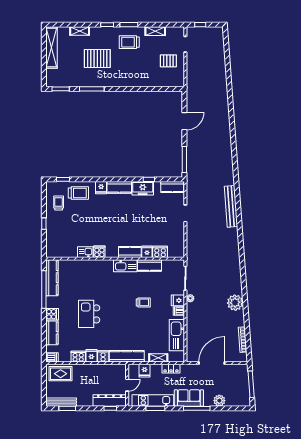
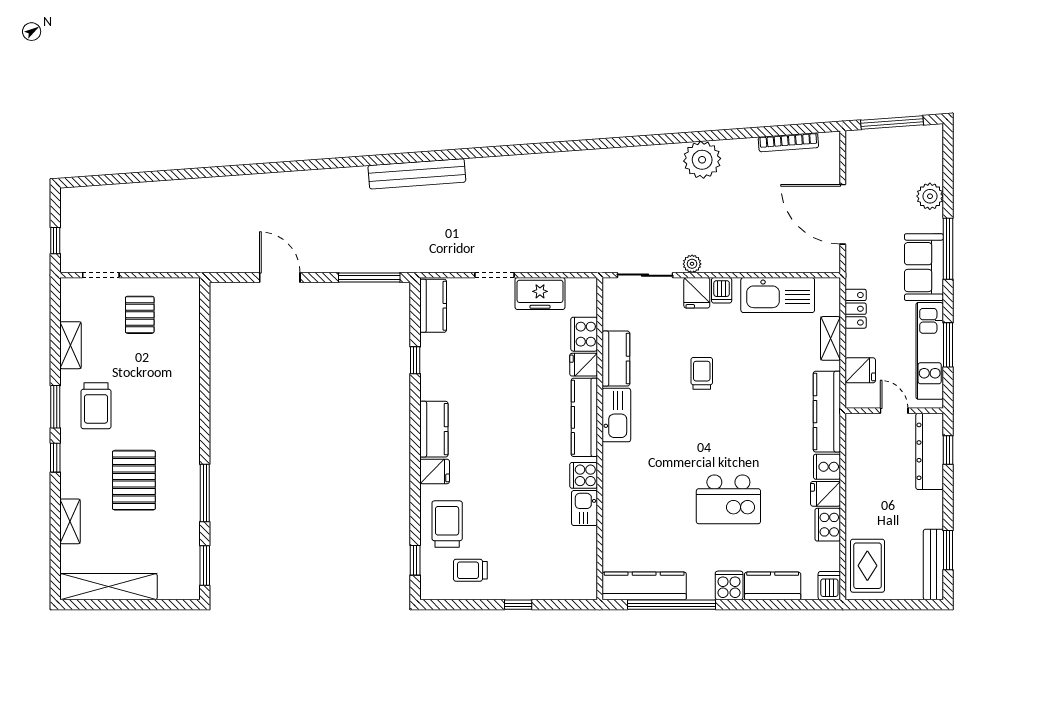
freezer: (143, 188) -> (540, 294), moved, turned 90
bench: (231, 206) -> (417, 174), moved
kitchen counter: (130, 252) -> (584, 417), width x1.50

